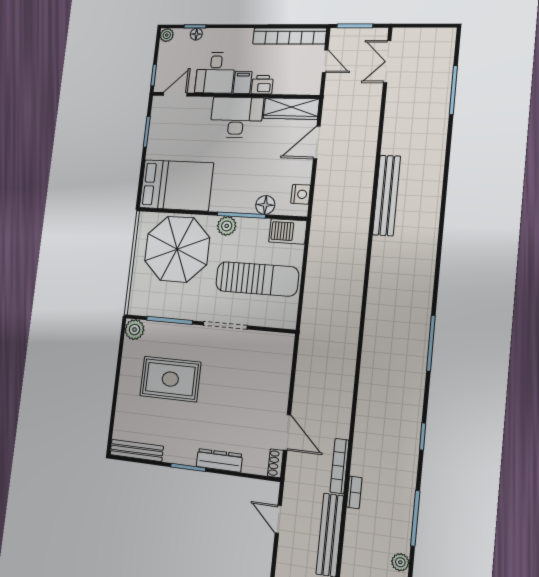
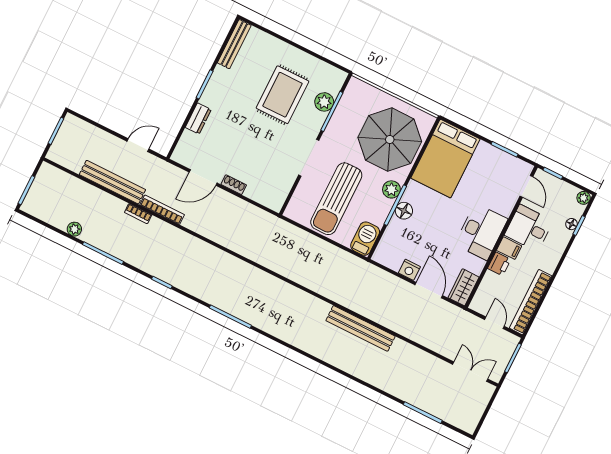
door: (325, 61) -> (494, 323), swing flipped
wardrobe: (291, 109) -> (464, 287), width x0.67
nightstand: (301, 194) -> (409, 270), moved
floor lamp: (265, 205) -> (404, 211), moved
plant: (135, 330) -> (324, 102), moved
dresser: (219, 460) -> (198, 119), width x0.70
shoe rack: (275, 463) -> (234, 185), moved

